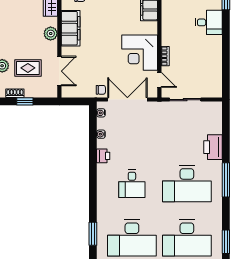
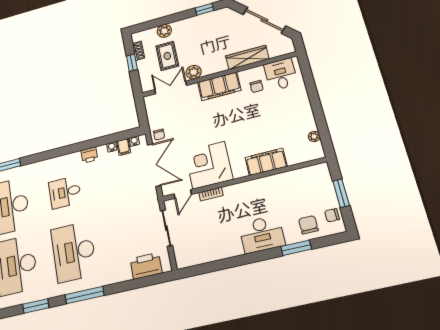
desk: (209, 22) -> (262, 234), width x1.37
plant: (51, 34) -> (194, 72), moved
double door: (59, 71) -> (171, 87), swing flipped
filing cabinet: (104, 123) -> (124, 147), added
printer: (213, 147) -> (146, 266), moved
window: (226, 242) -> (36, 306), moved

